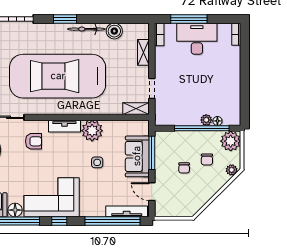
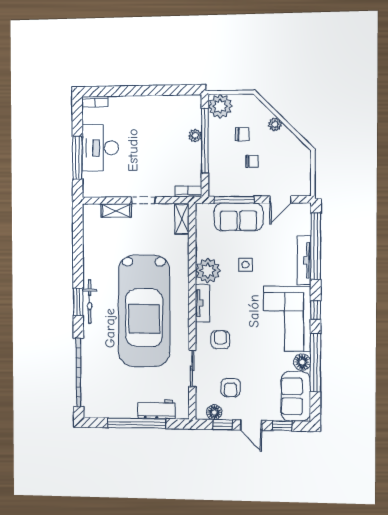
bicycle: (86, 29) -> (90, 302), moved
boiler: (114, 31) -> (92, 245), removed
bookcase: (159, 34) -> (188, 191), moved
doorway: (152, 88) -> (143, 200), moved
floor lamp: (217, 121) -> (196, 122), removed
plant: (232, 170) -> (275, 124), moved
tv unit: (127, 211) -> (304, 260), moved

